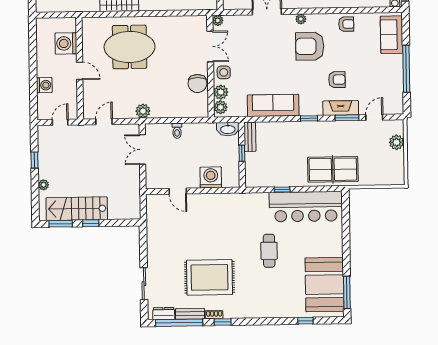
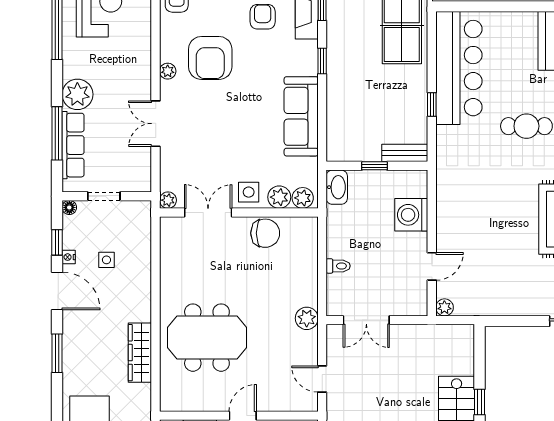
meeting table: (130, 47) -> (207, 338), turned 90
bench: (250, 137) -> (405, 153), moved
plant: (151, 200) -> (444, 307), added

